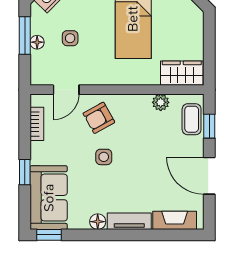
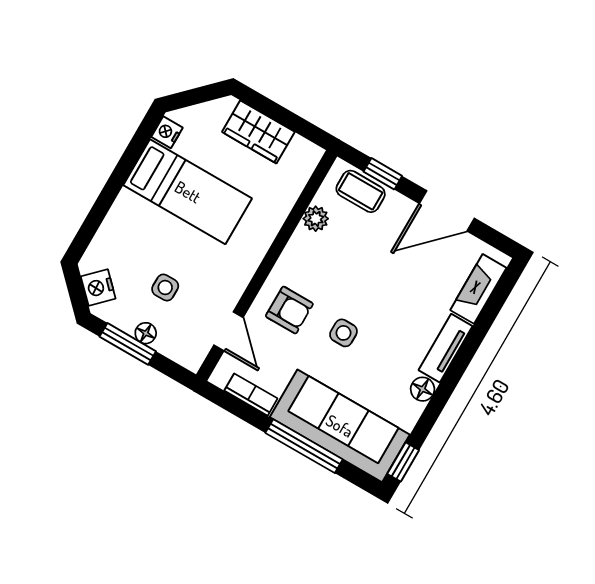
wardrobe: (182, 73) -> (258, 132), moved, turned -90
armchair: (99, 118) -> (289, 310), turned -61
window: (25, 172) -> (304, 446), width x2.17
sofa: (49, 198) -> (340, 426), width x1.36

